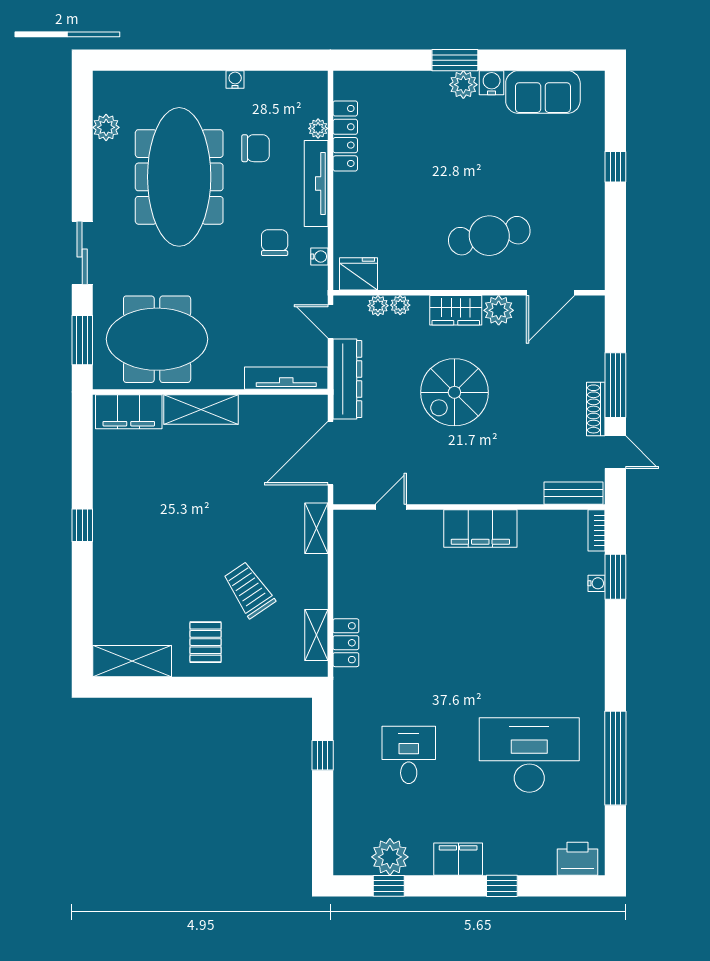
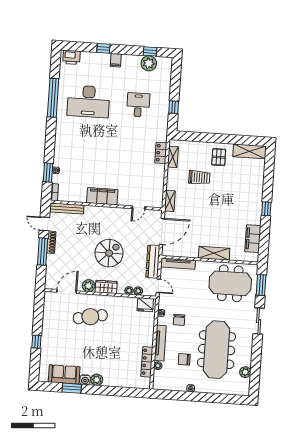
window: (455, 60) -> (72, 388), moved
filing cabinet: (129, 412) -> (253, 239), moved, turned -90
bench: (574, 493) -> (67, 208), width x1.36
trolley: (249, 590) -> (199, 177), turned -56
desk: (409, 755) -> (138, 105), turned 180
filing cabinet: (458, 859) -> (116, 60), width x0.50

